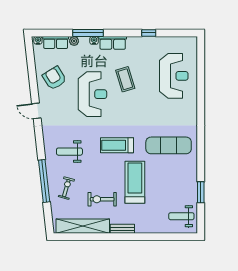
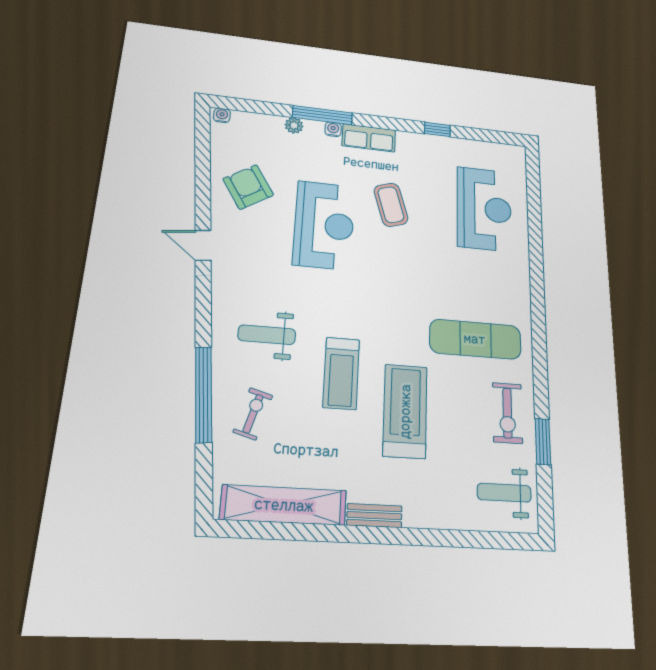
row of seats: (56, 42) -> (257, 123), removed
treadmill: (117, 145) -> (341, 373), moved, turned -90
exercise bike: (102, 199) -> (507, 413), moved, turned -90

